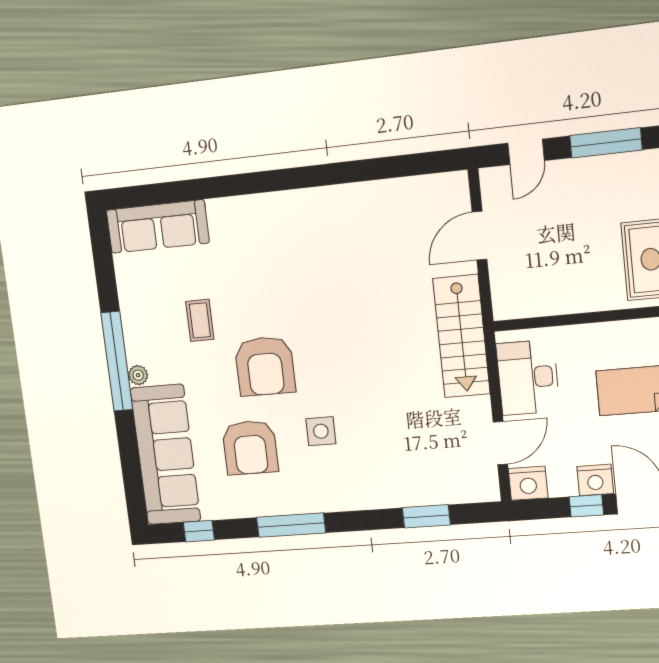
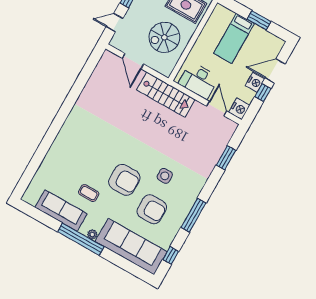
door: (526, 152) -> (115, 23), swing flipped
sofa: (158, 227) -> (61, 211), moved, turned -90
spiral stairs: (563, 262) -> (164, 37), added

